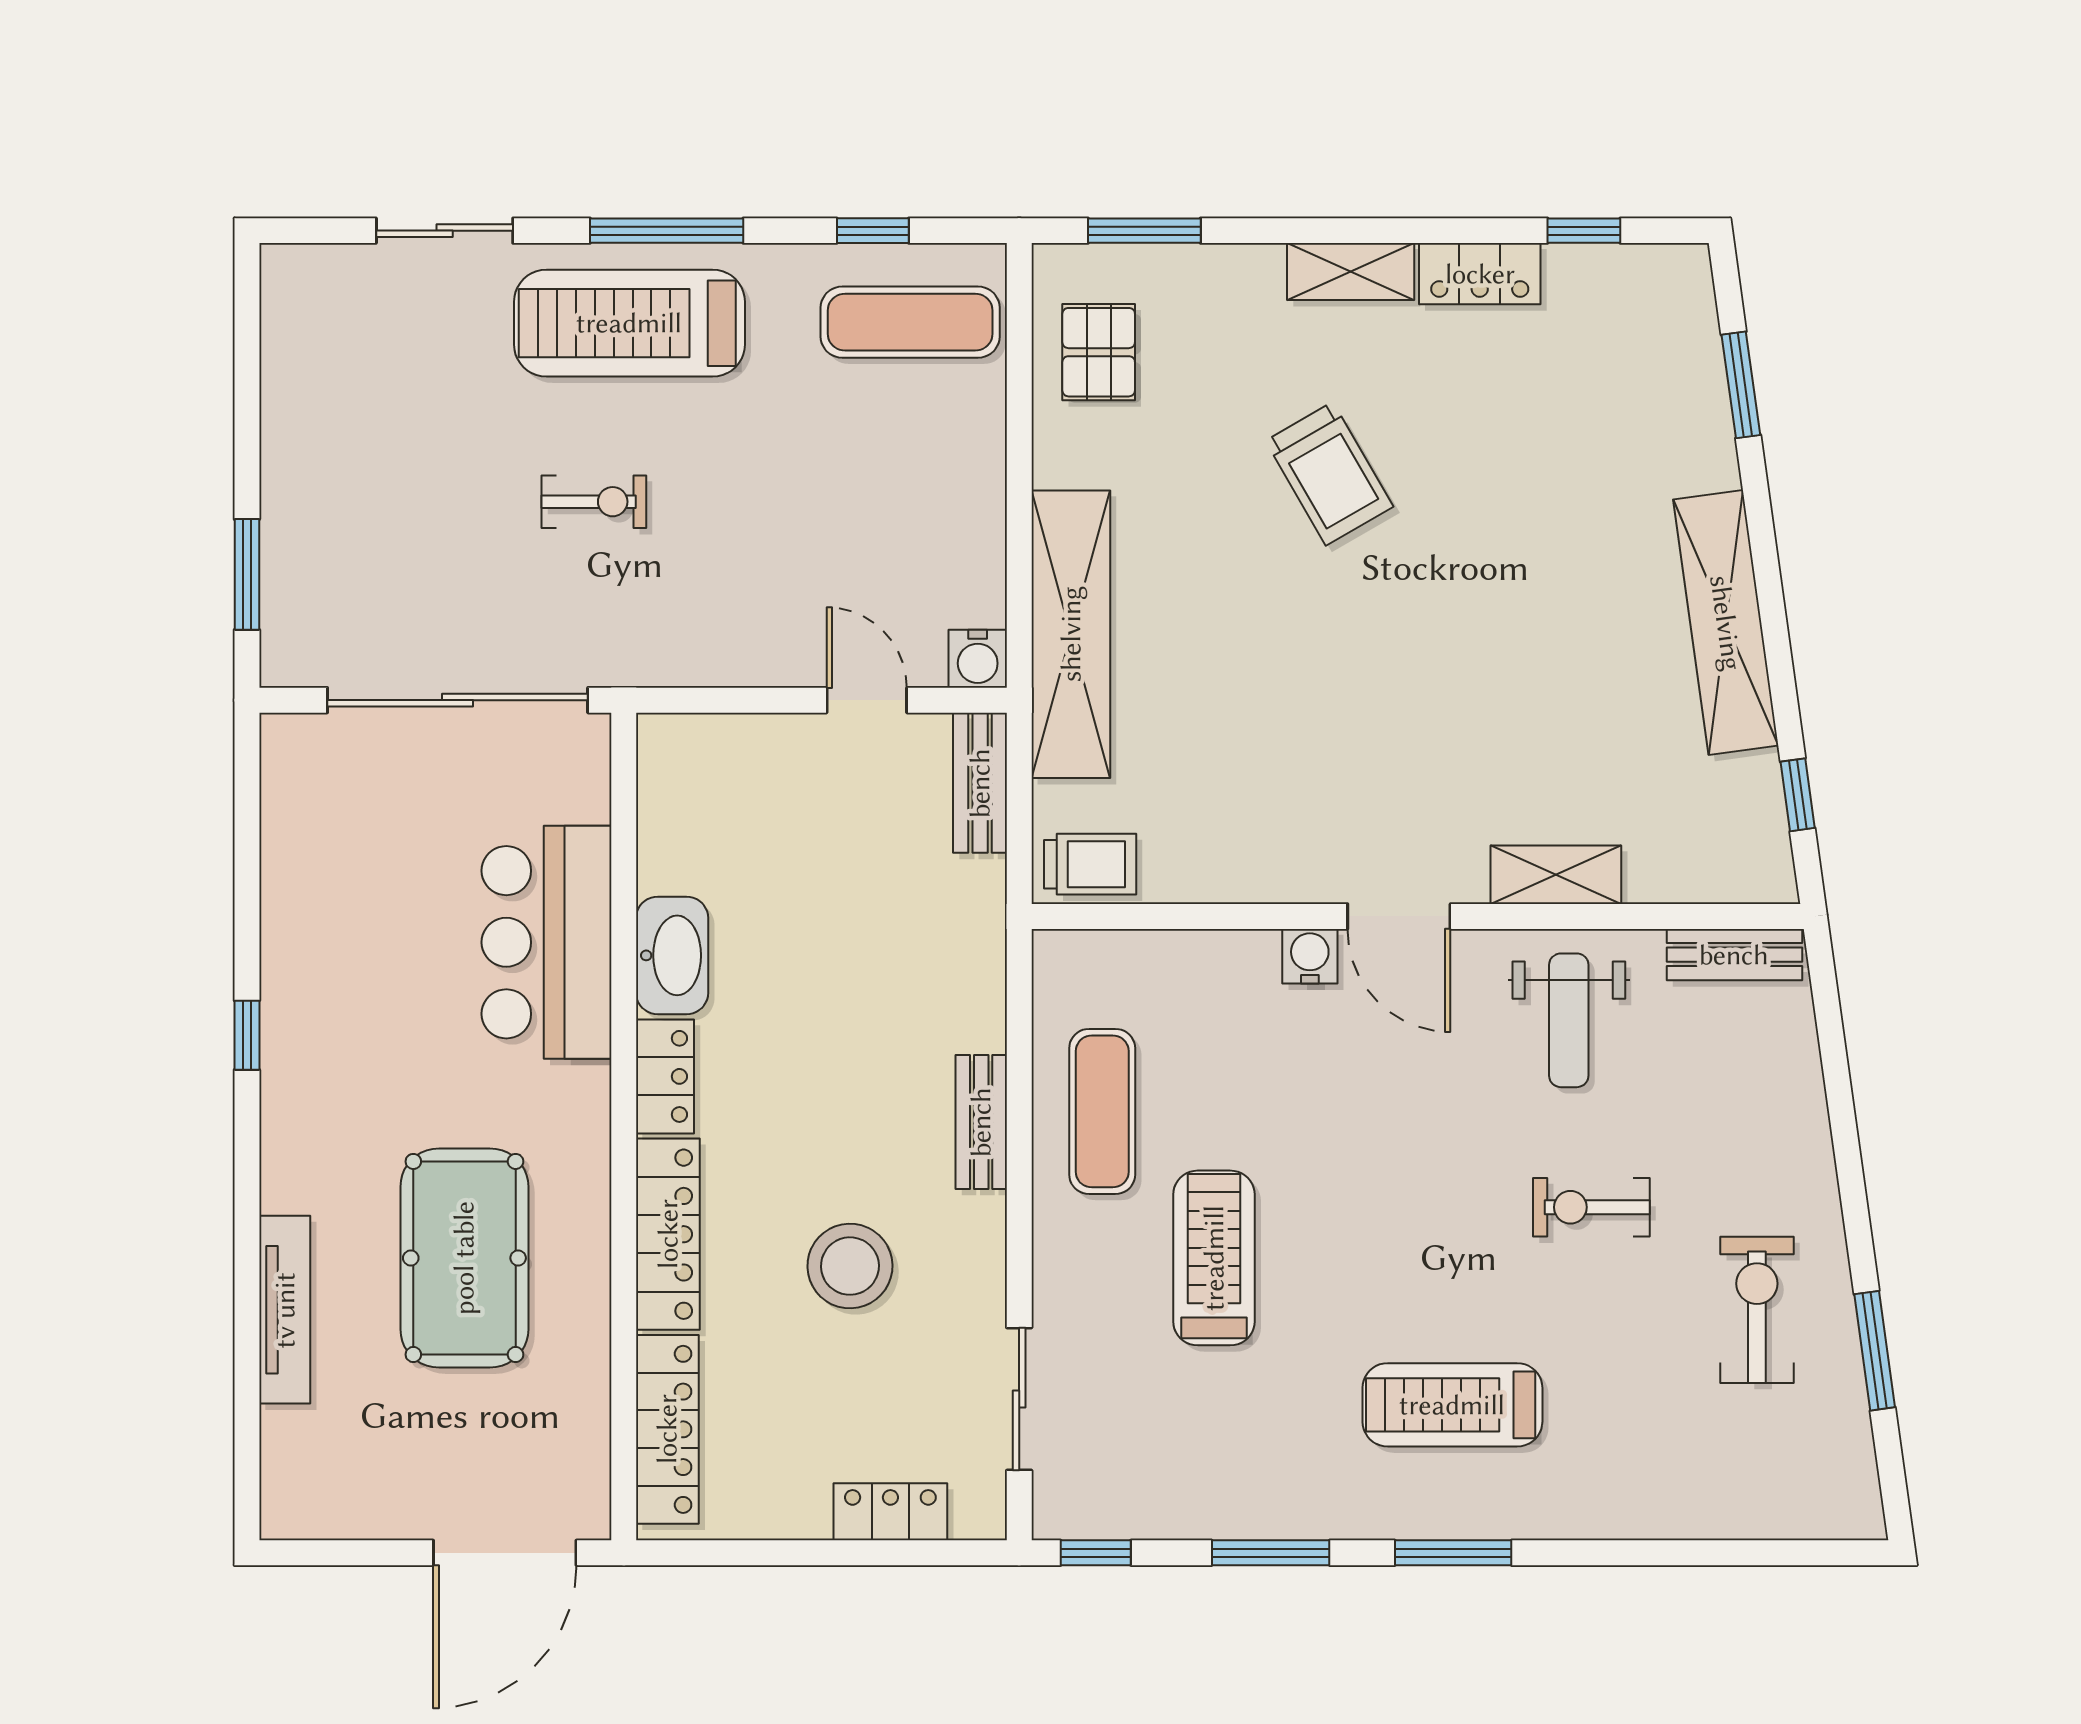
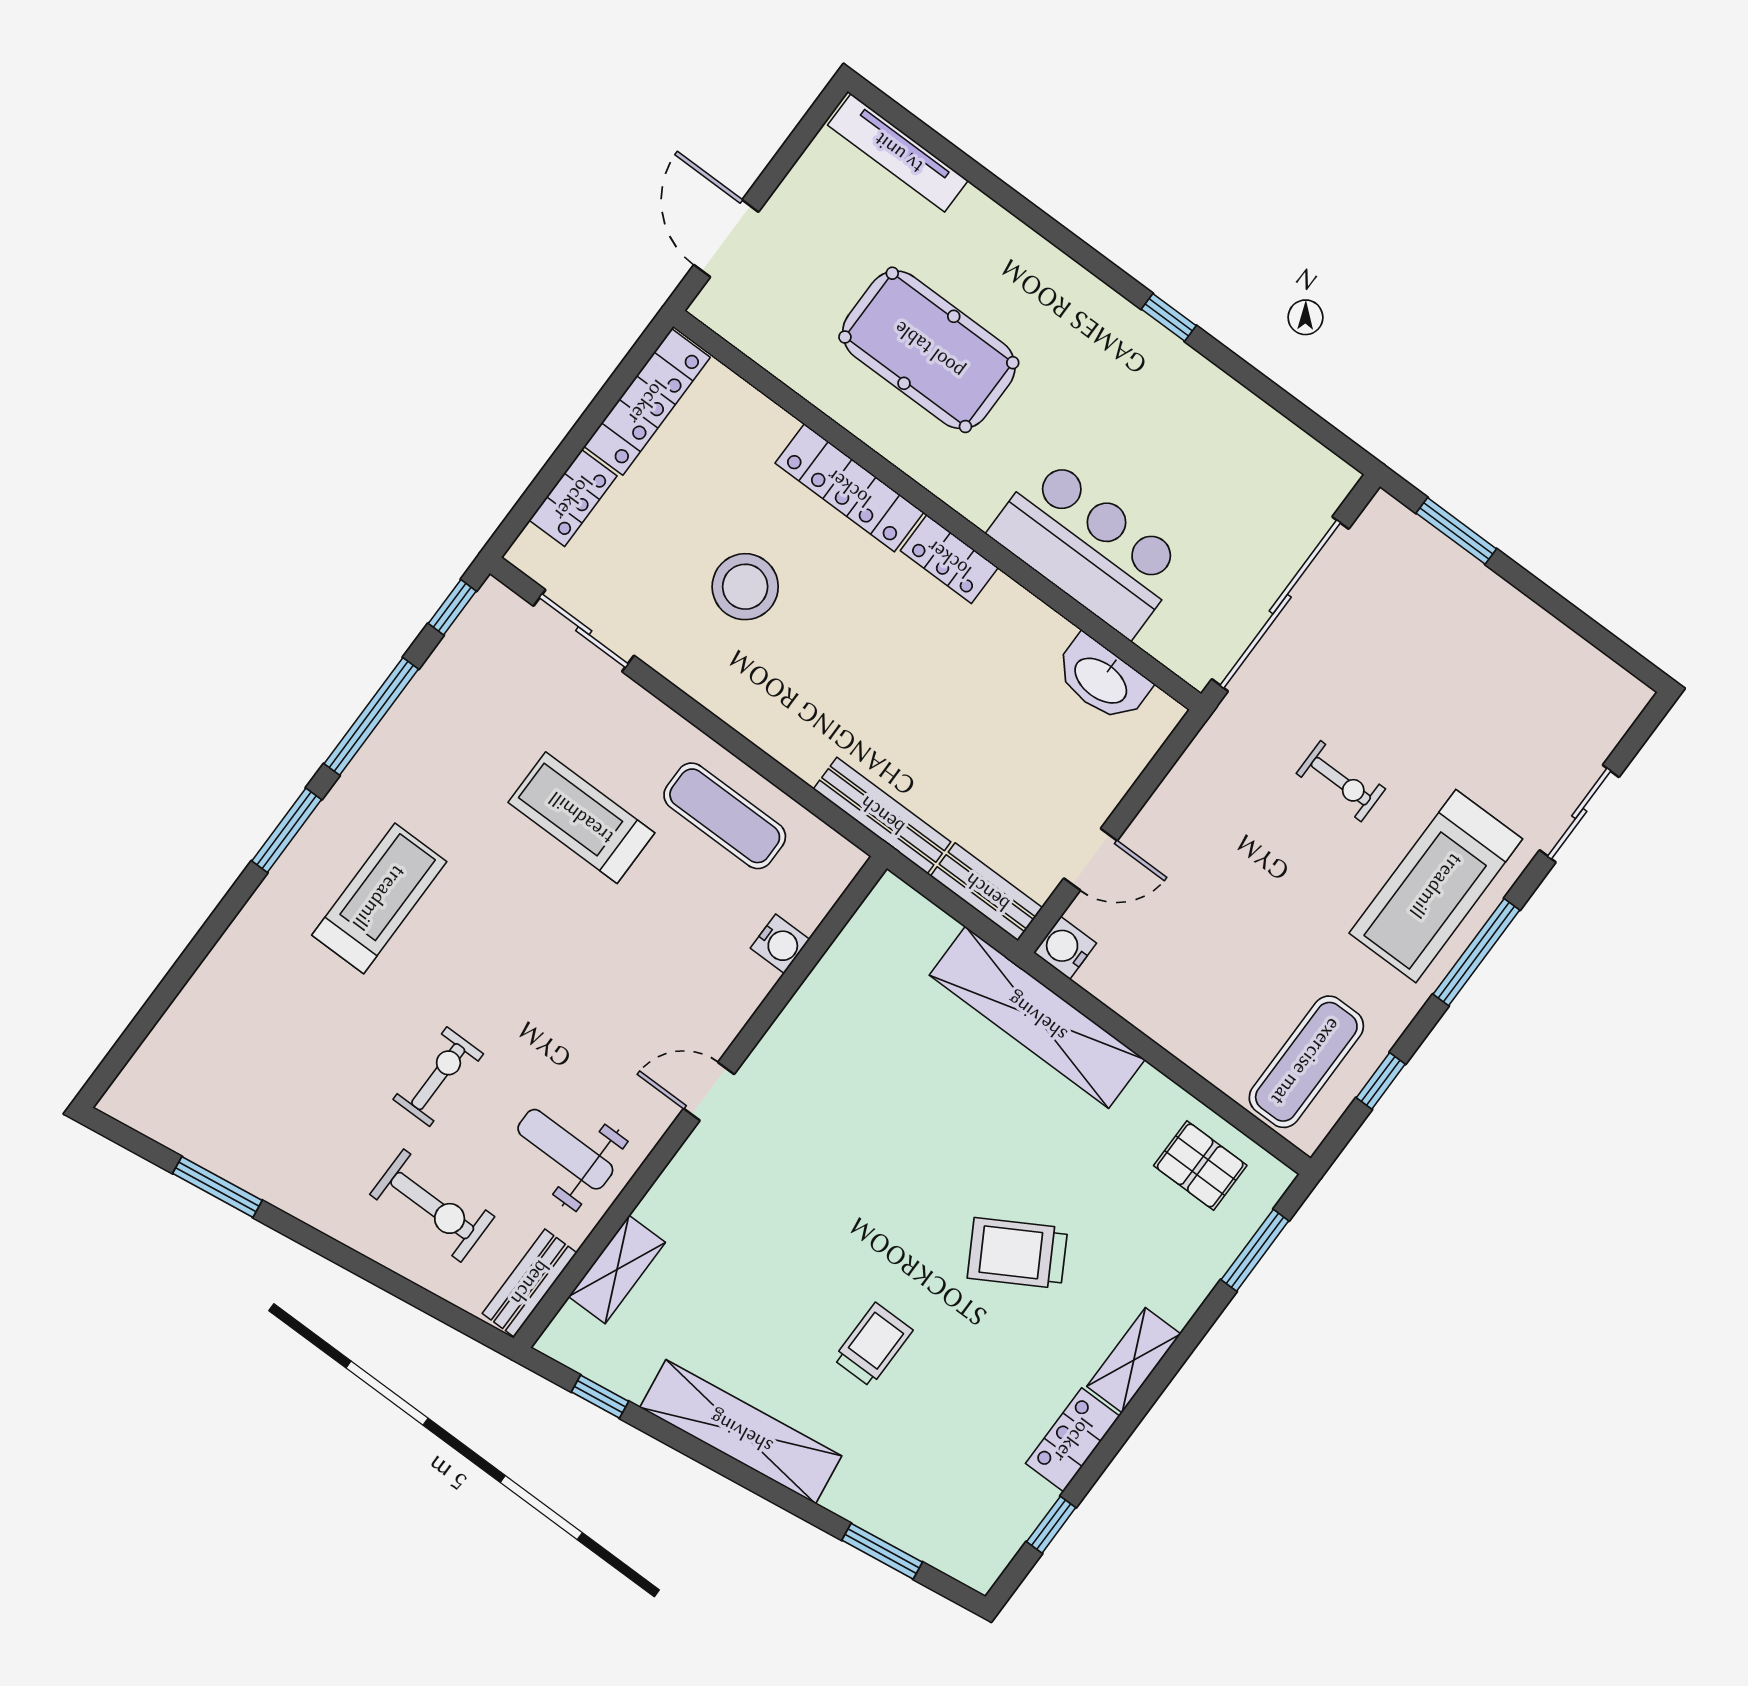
treadmill: (629, 323) -> (1436, 886), turned 180
exercise bike: (594, 502) -> (1341, 781), turned -90
trolley: (1090, 864) -> (873, 1345), moved, turned 180
shelving: (1556, 875) -> (617, 1270), moved
door: (1399, 916) -> (709, 1091), width x0.73
washbasin: (672, 955) -> (1102, 679), moved
water cooler: (1310, 956) -> (780, 944), moved
bench: (981, 1122) -> (882, 815), moved, width x1.36
treadmill: (1214, 1258) -> (581, 818), turned 180
tv unit: (285, 1310) -> (898, 153), moved
exercise bike: (1757, 1310) -> (432, 1206), moved
locker: (667, 1429) -> (647, 402), moved, turned -90
door: (505, 1553) -> (726, 238), width x0.73
window: (1271, 1553) -> (371, 716), width x1.44

